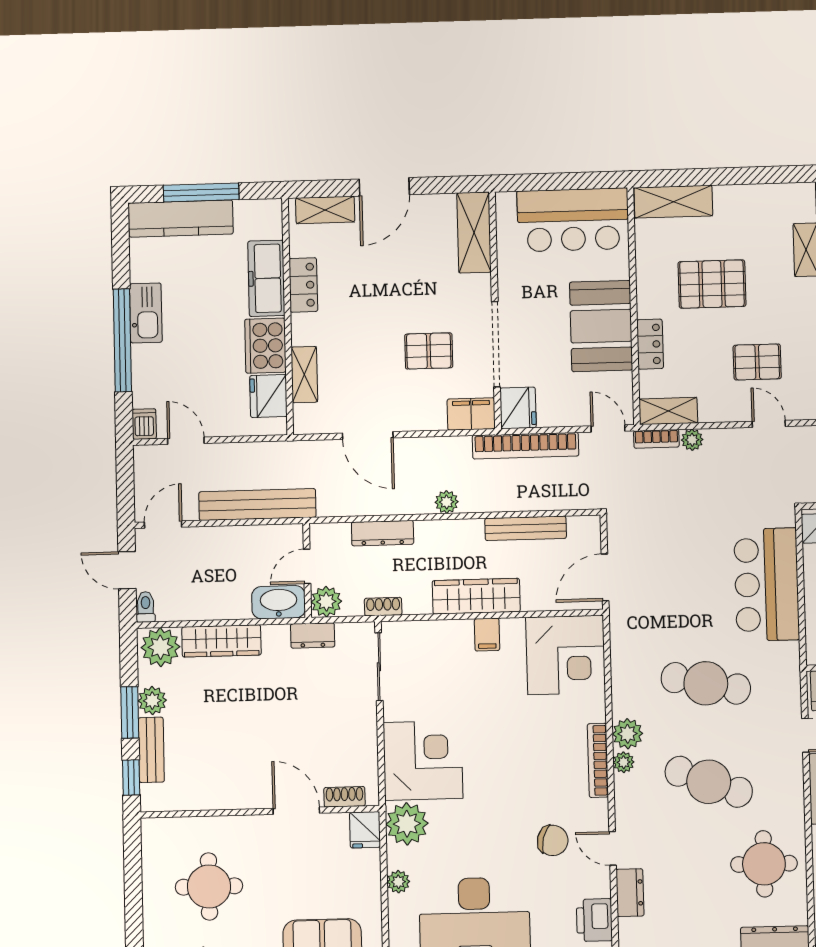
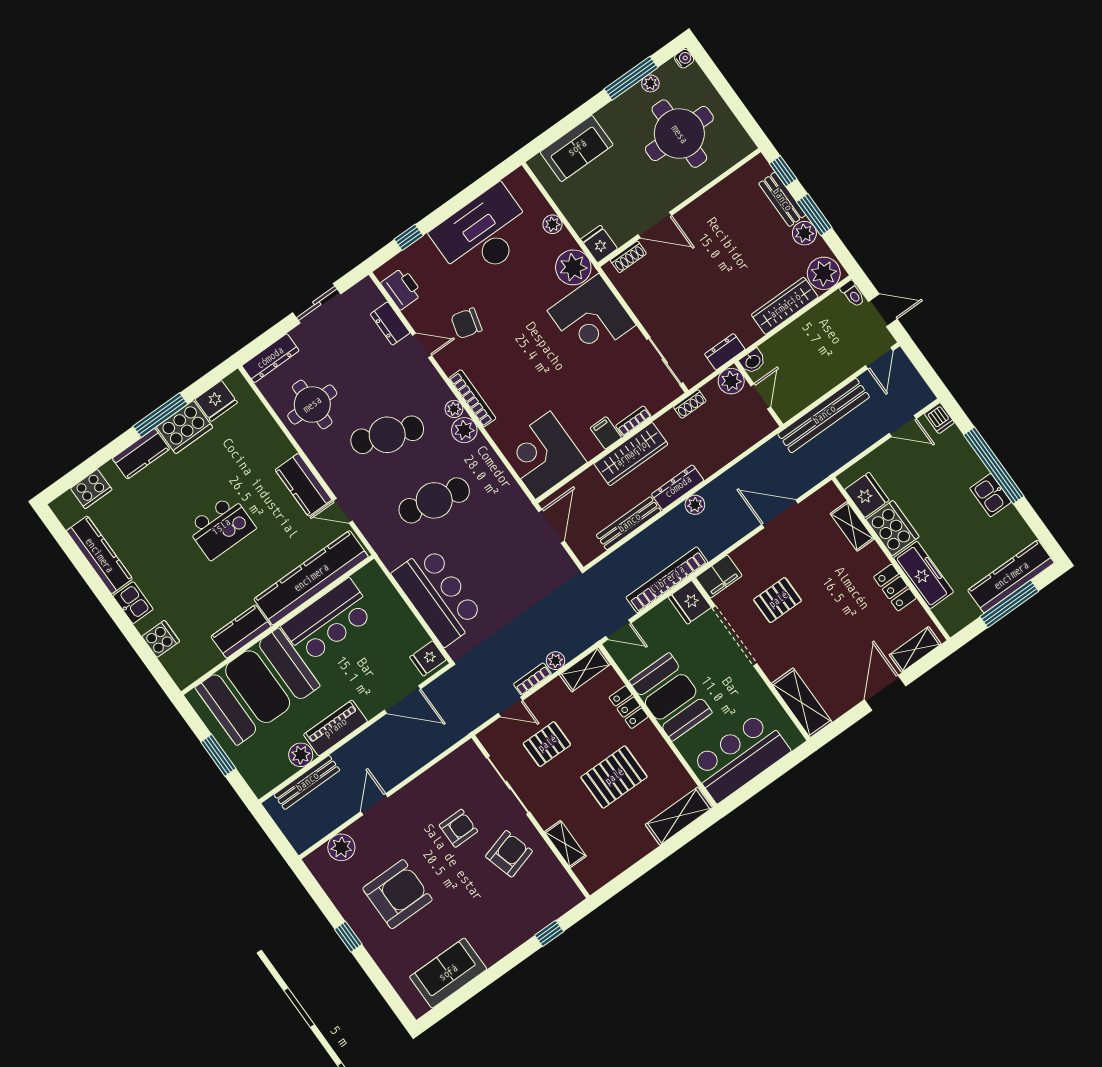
kitchen sink: (146, 313) -> (991, 495), width x0.73
bookcase: (656, 439) -> (532, 679), moved
dresser: (383, 533) -> (678, 487), moved
washbasin: (279, 602) -> (753, 361), width x0.52, depth x0.69
bookcase: (451, 628) -> (633, 421), added
round table: (209, 886) -> (679, 134), width x1.36, depth x1.36

